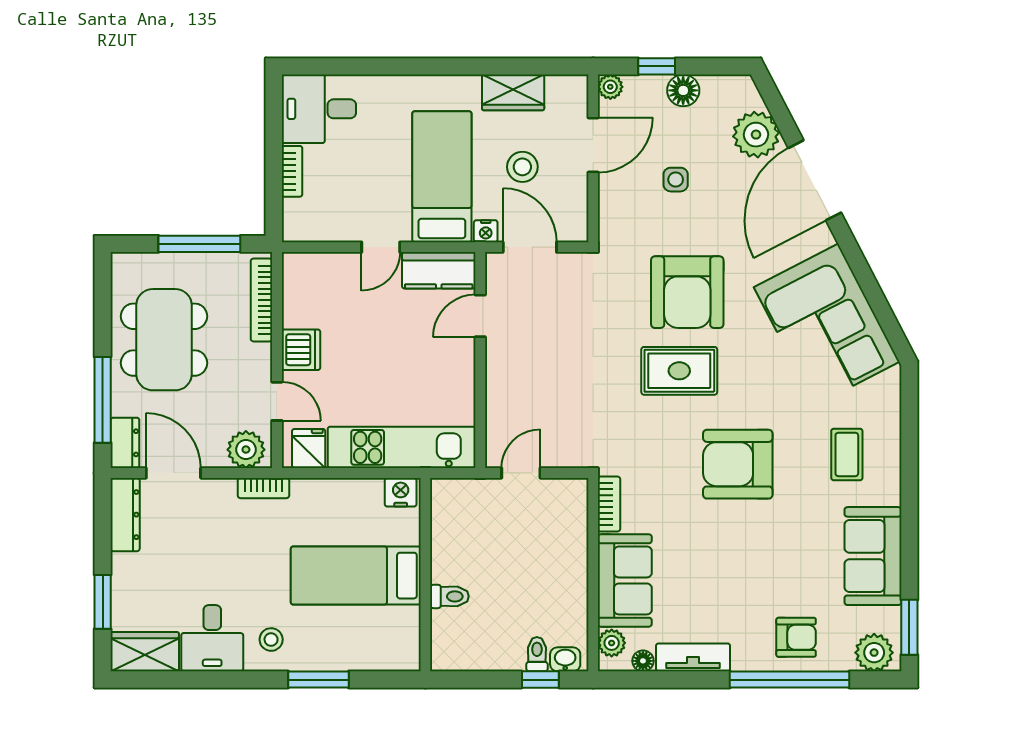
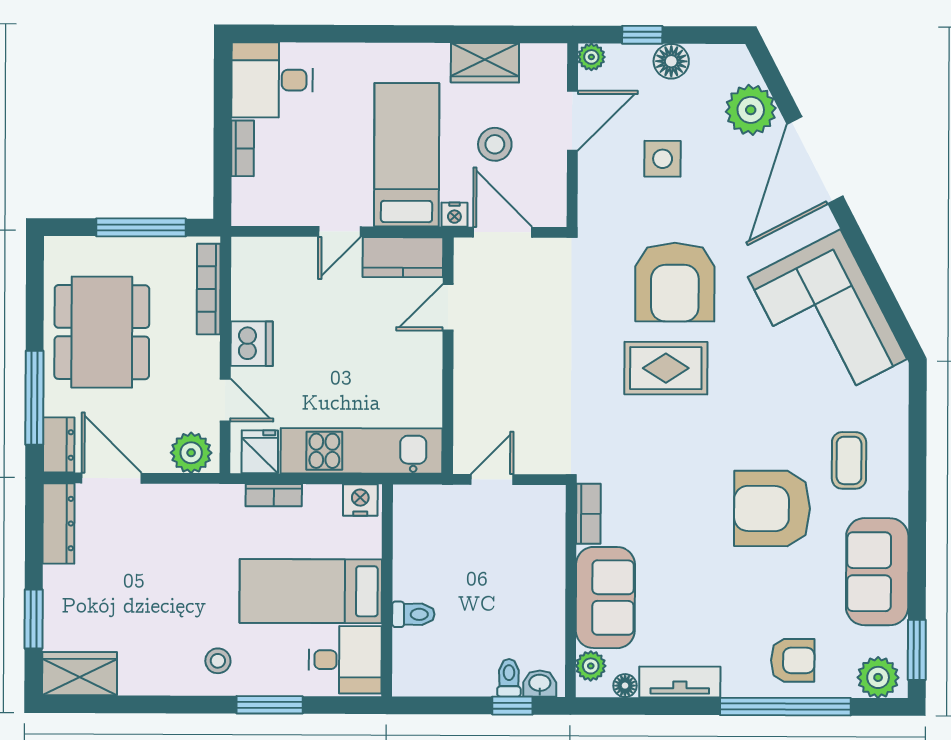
side table: (676, 180) -> (663, 159), width x1.37, depth x1.37
armchair: (738, 464) -> (772, 509), moved
bookcase: (263, 488) -> (274, 495), moved
desk: (212, 638) -> (345, 660), moved, turned -90

